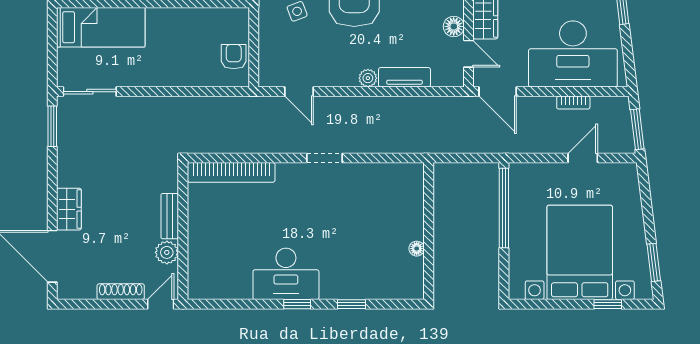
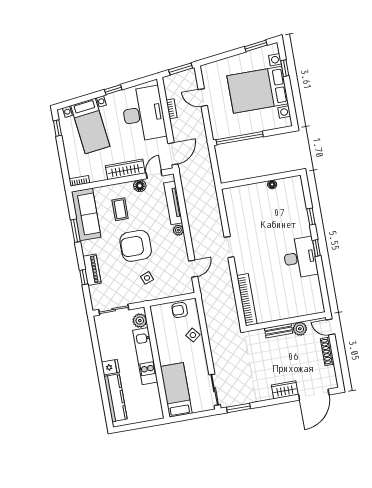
side table: (188, 71) -> (193, 335), added
tv unit: (404, 77) -> (173, 203), width x1.41

